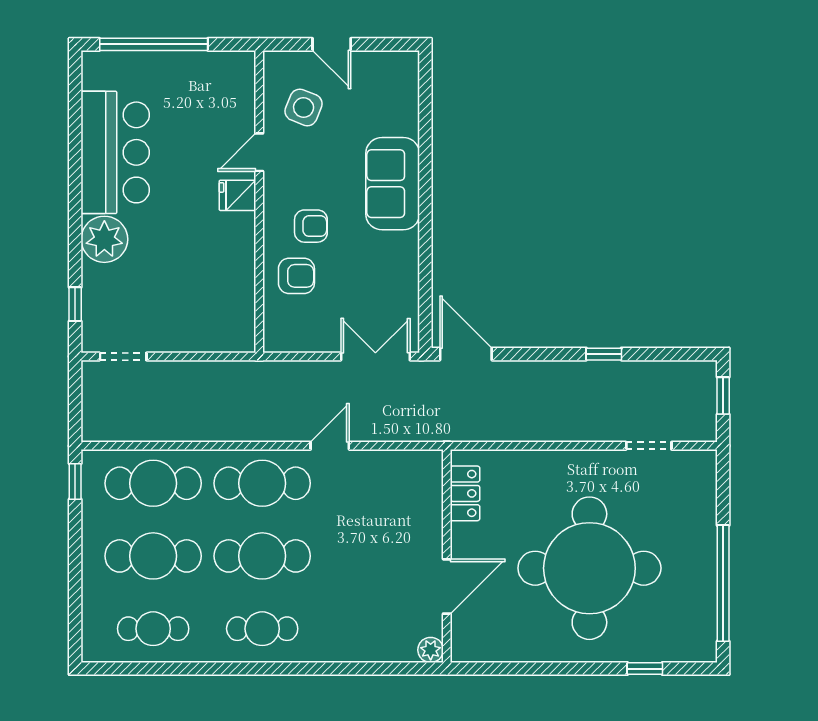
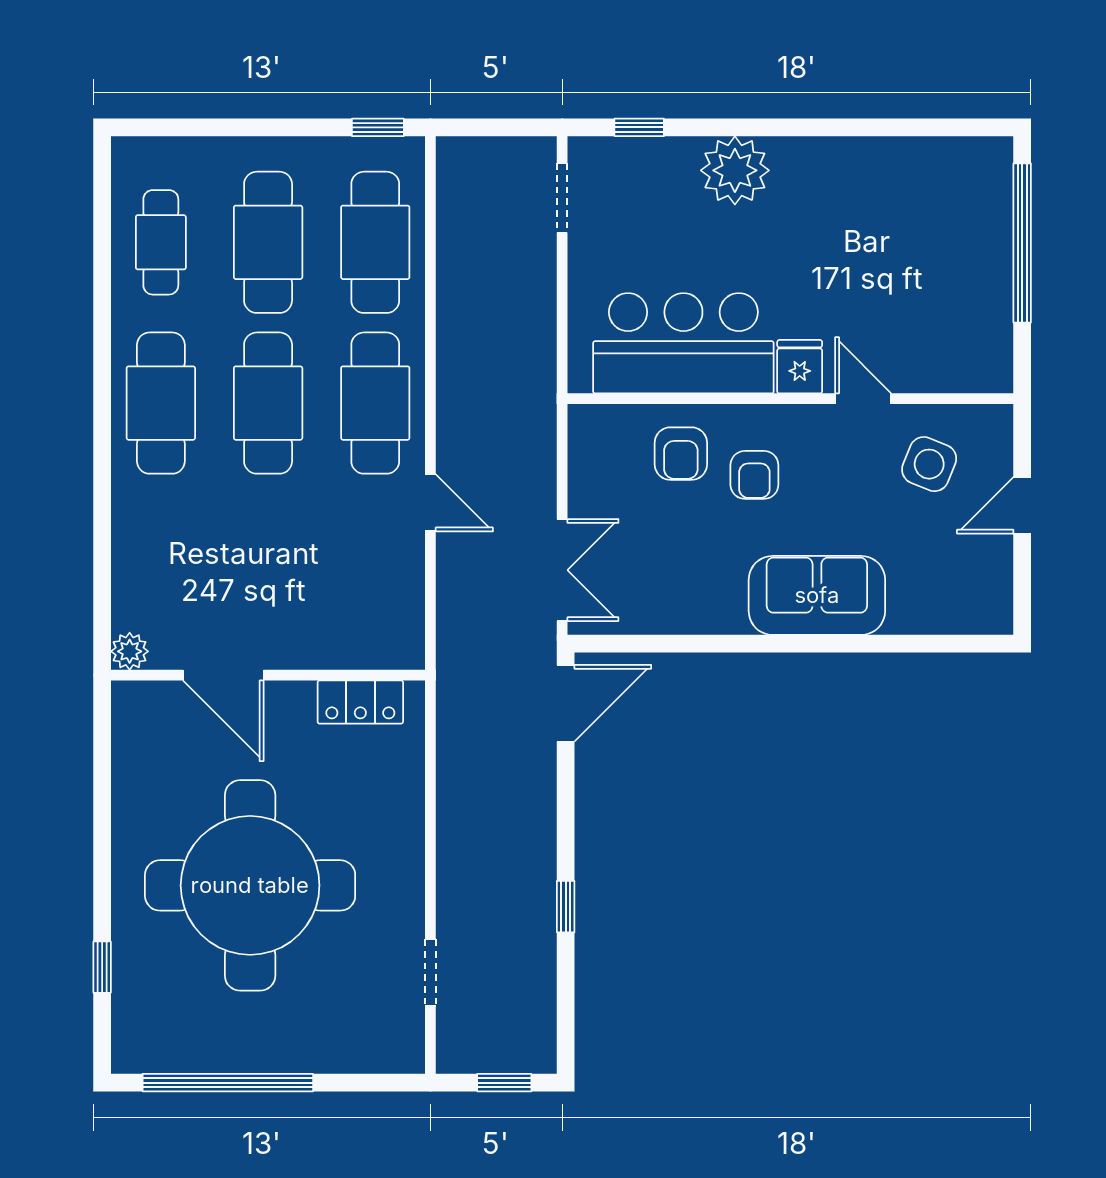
bar counter: (115, 152) -> (683, 343), moved, turned 180
cafe table: (262, 629) -> (161, 403), width x1.37, depth x1.35

